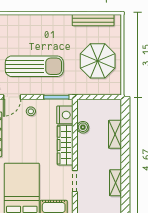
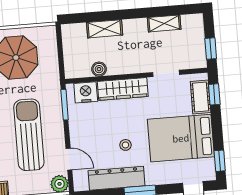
stool: (31, 111) -> (125, 145), moved

